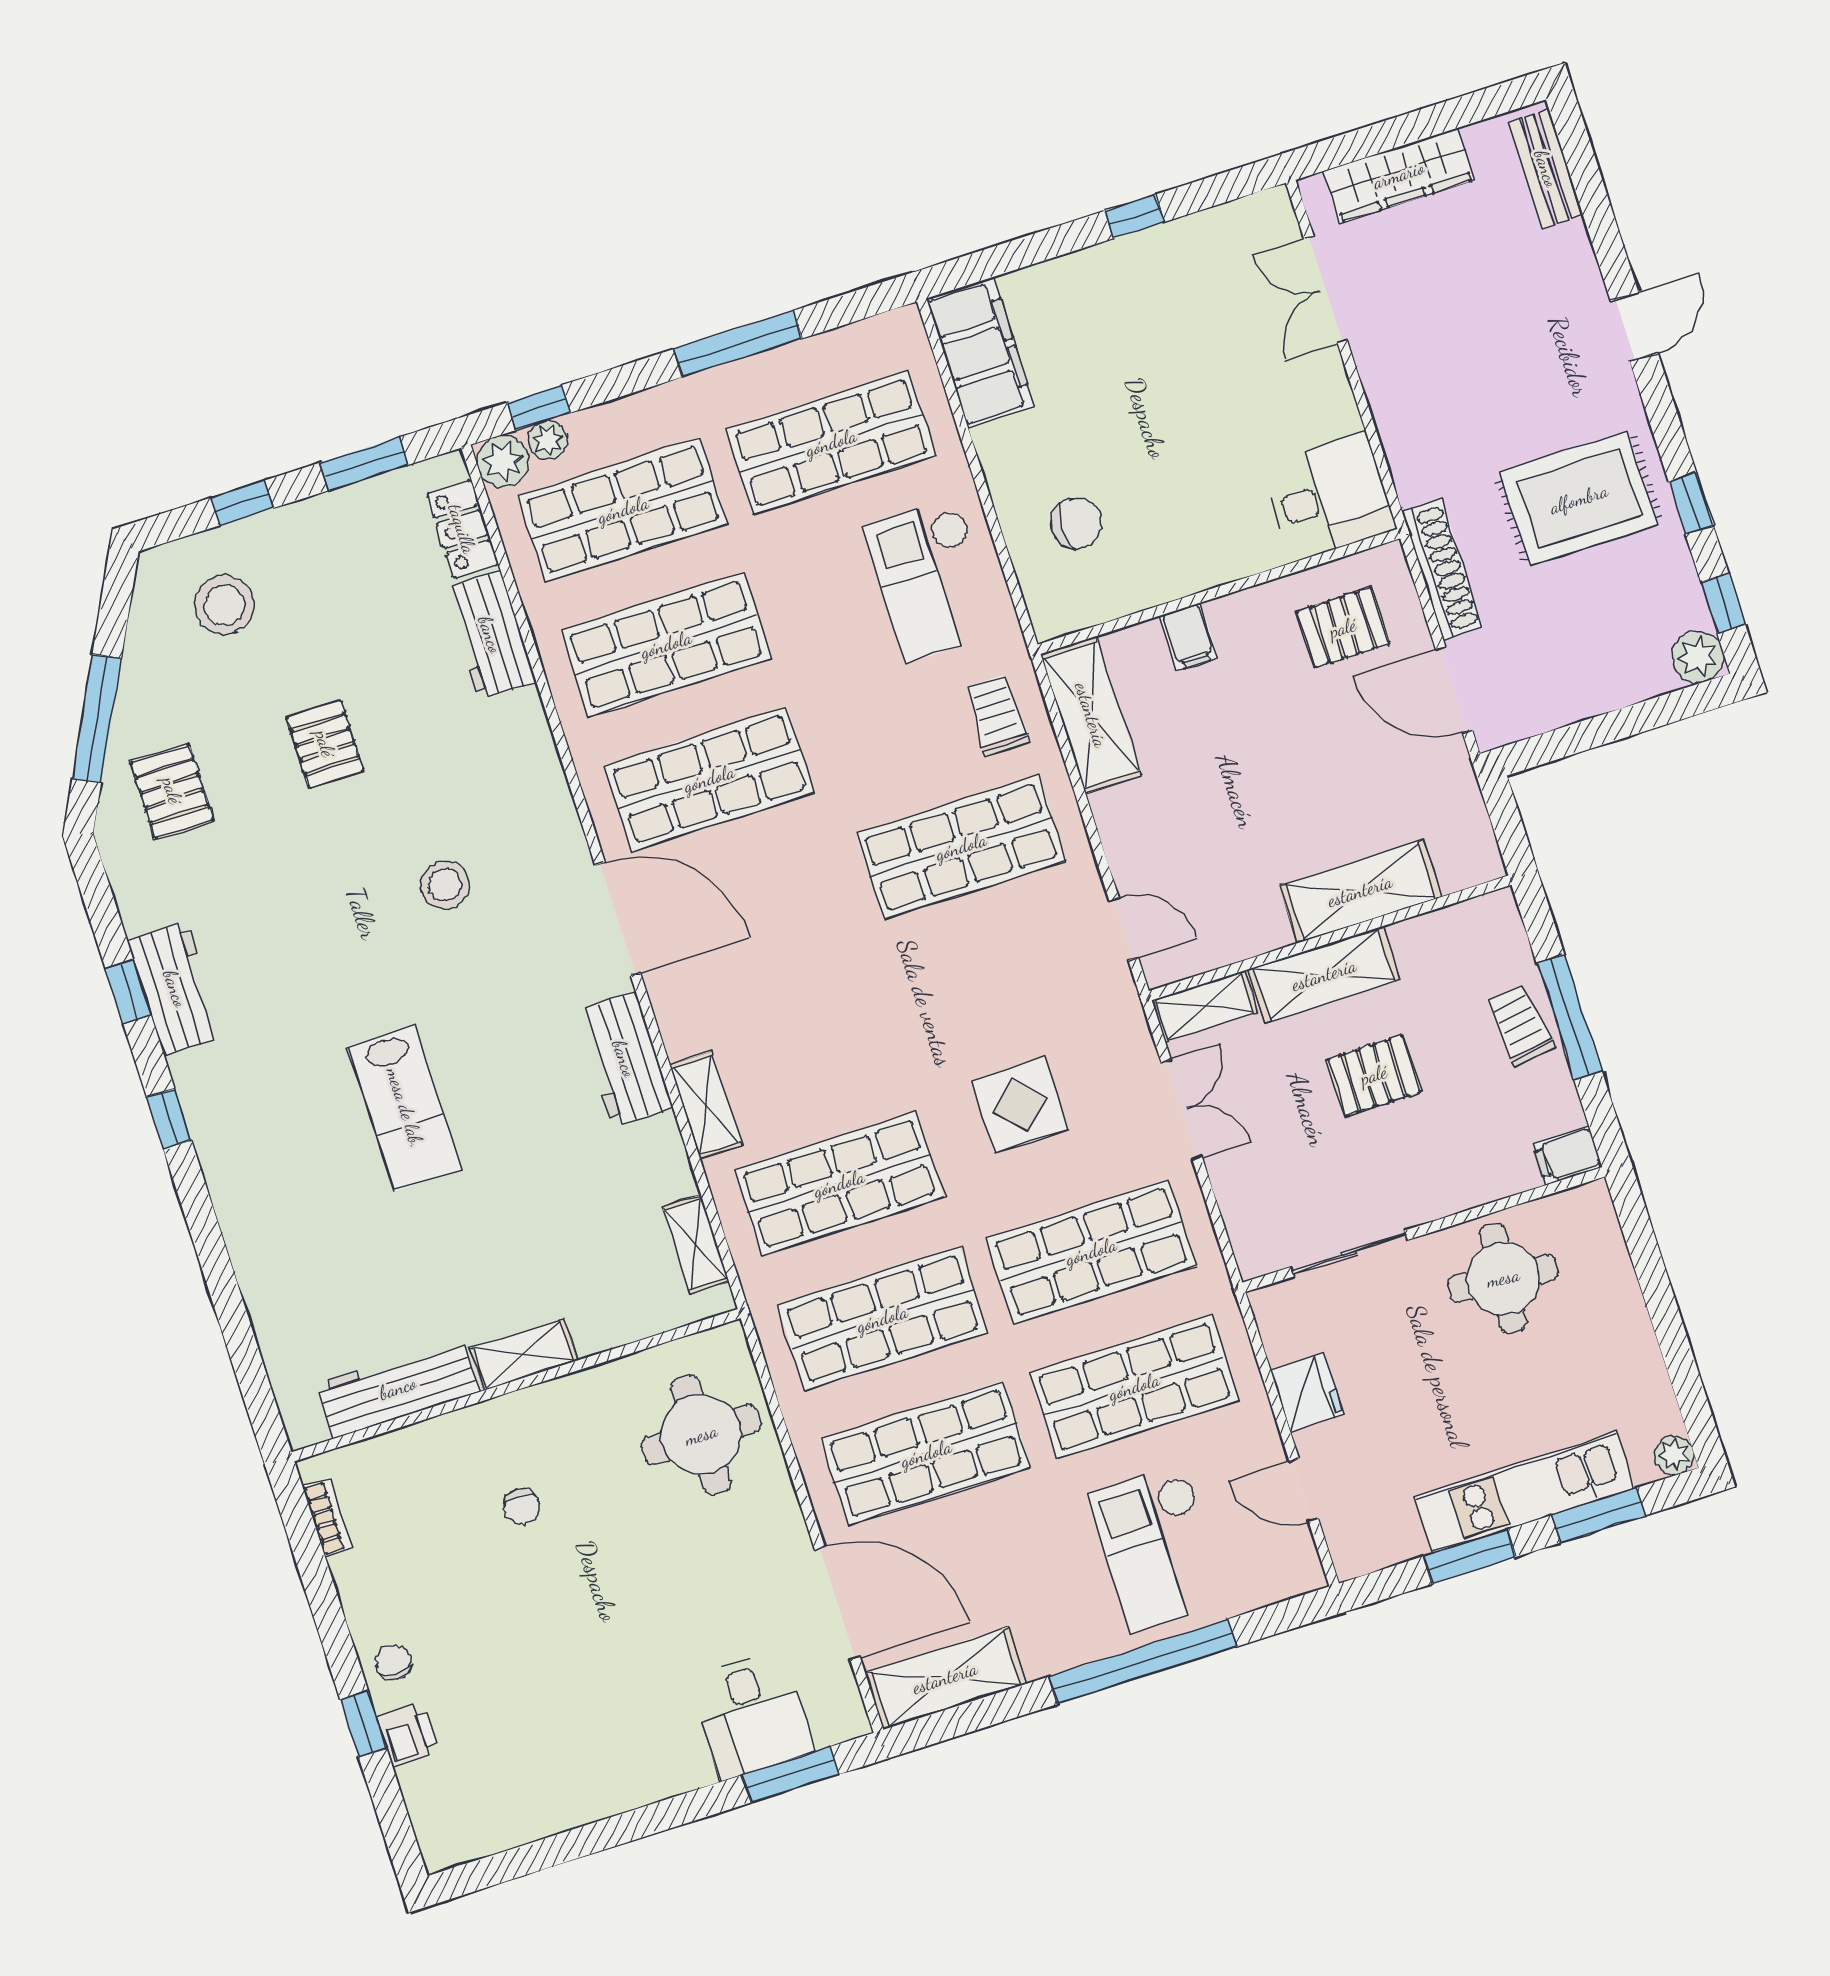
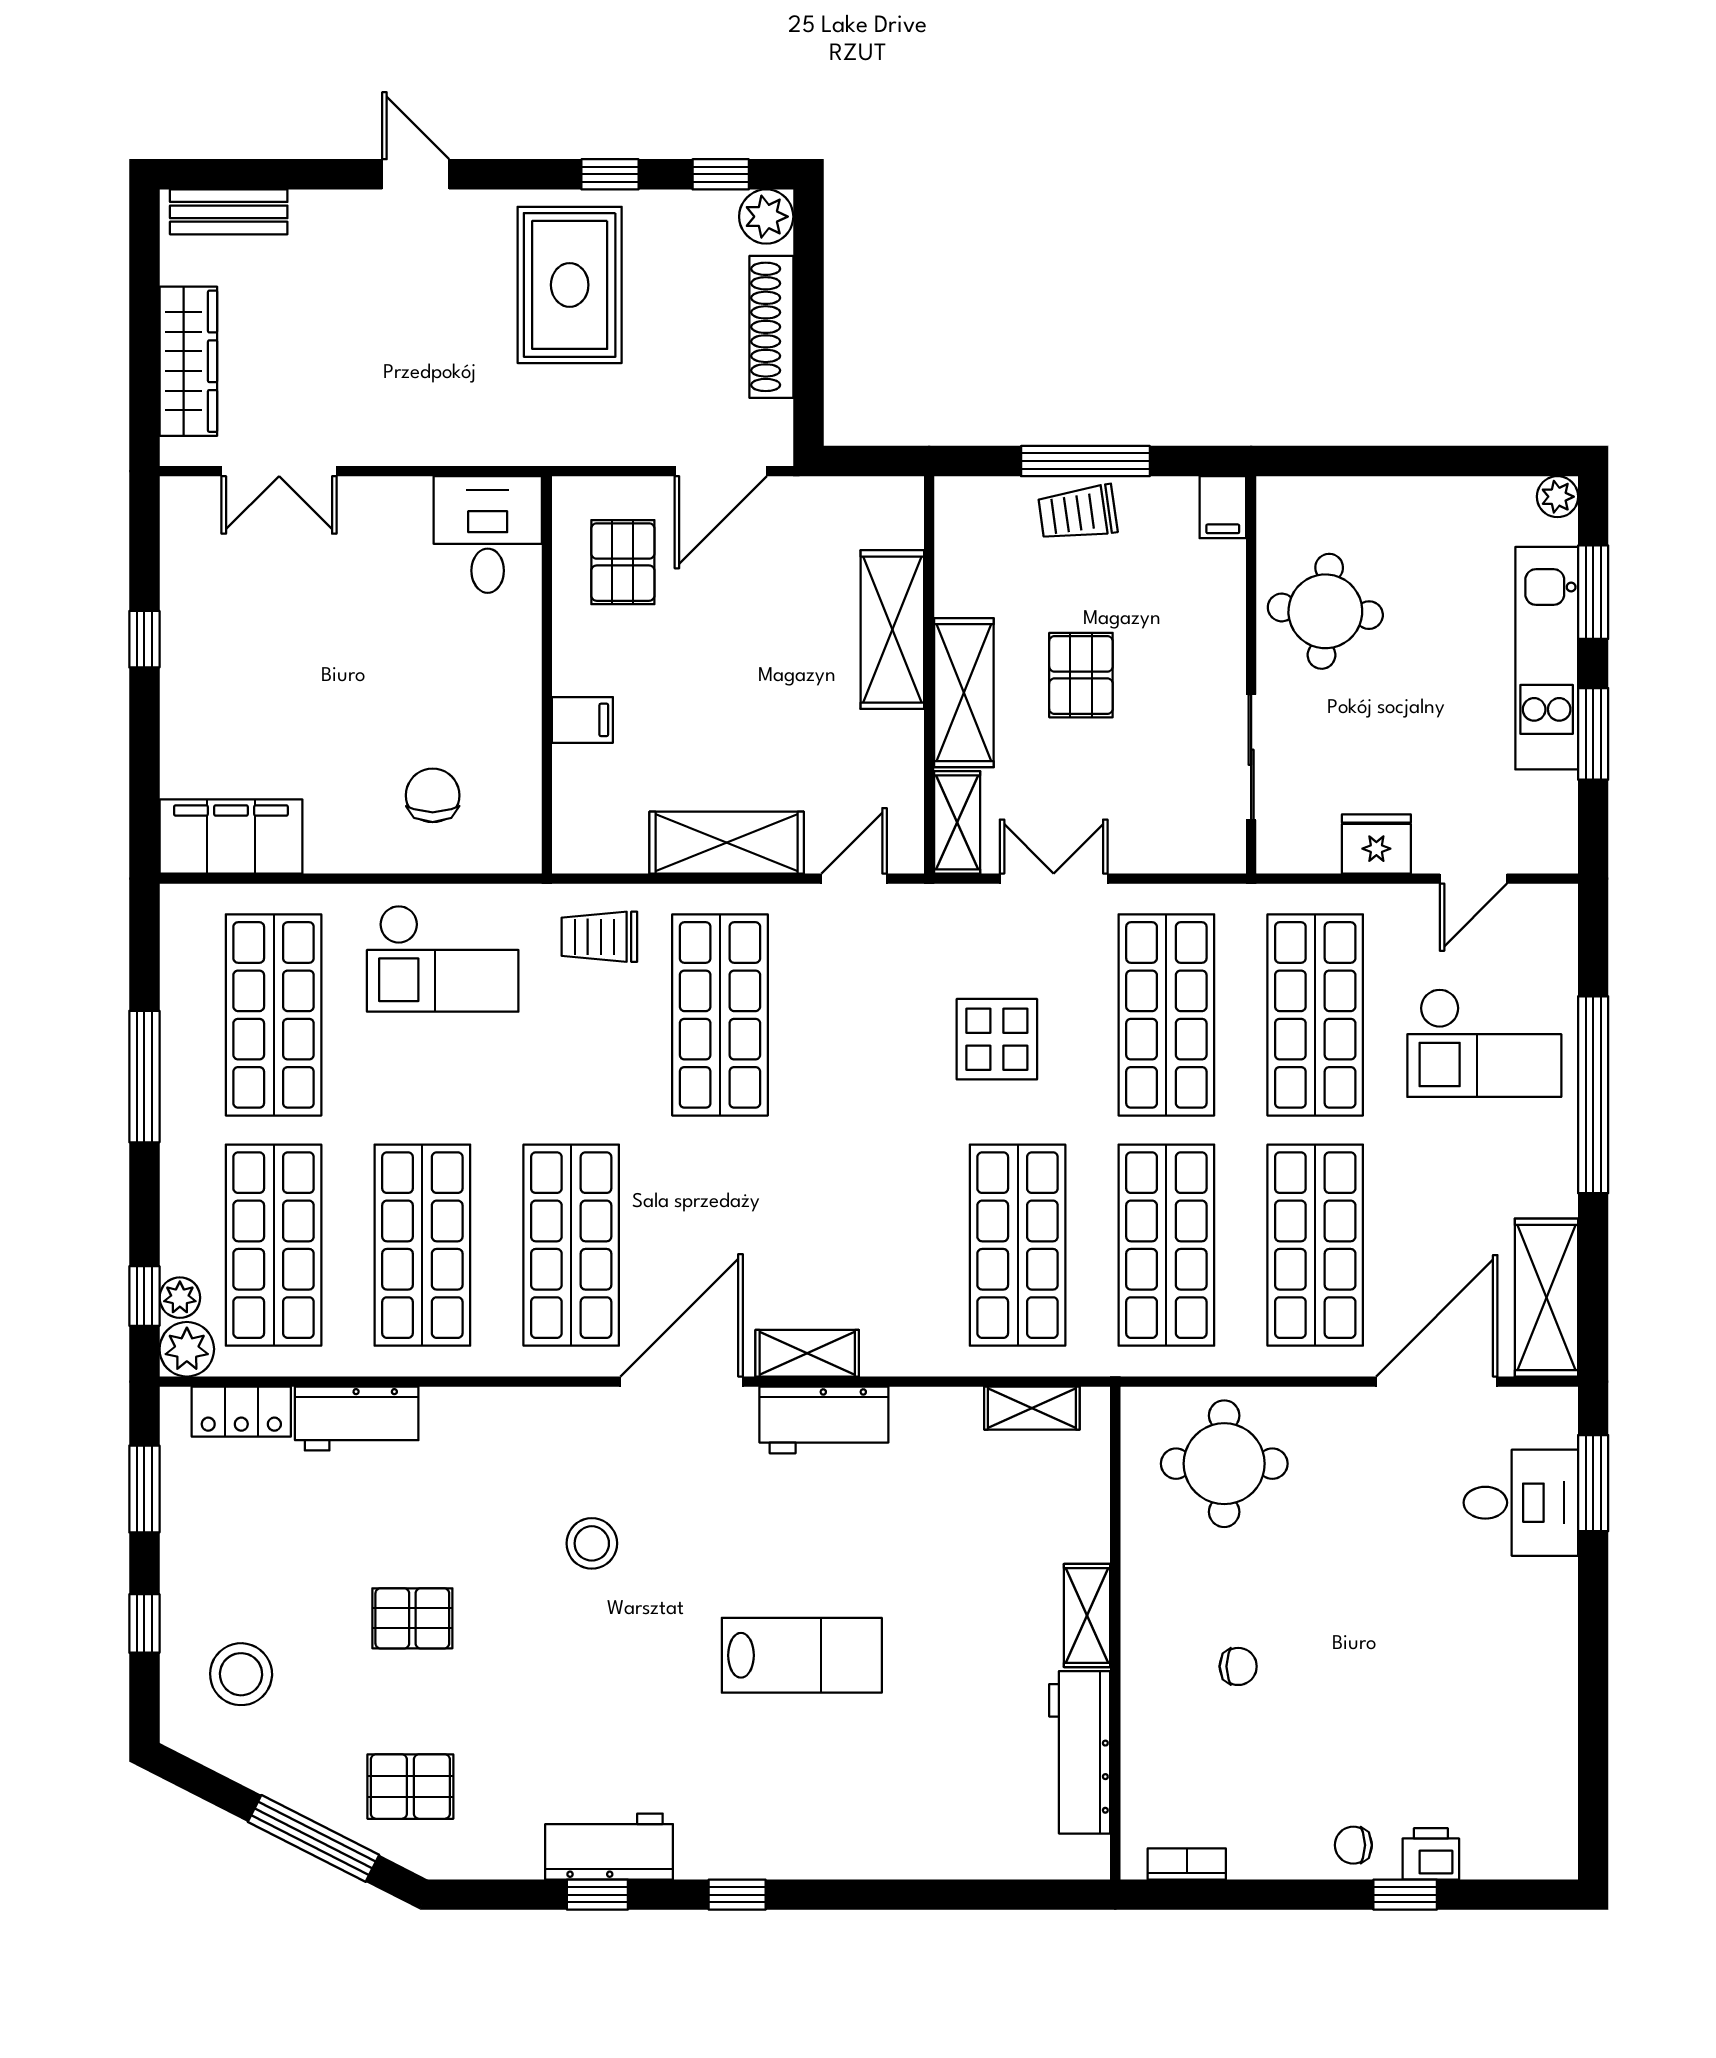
shoe rack: (1442, 570) -> (771, 327), moved, turned -90
shelving: (1091, 715) -> (727, 843), moved
shelving: (706, 1105) -> (807, 1353), moved

